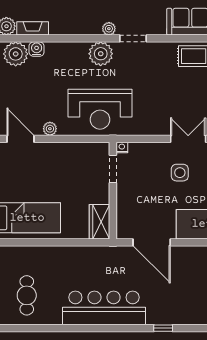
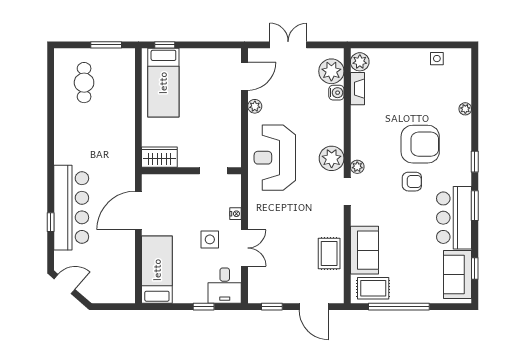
nightstand: (122, 147) -> (236, 214), moved
cafe table: (27, 295) -> (84, 83), turned 90
bar counter: (104, 308) -> (71, 208), moved

